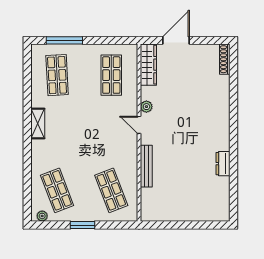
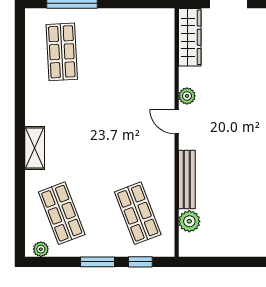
shop shelf: (111, 75) -> (138, 52), removed
shelving: (38, 123) -> (35, 148), moved
plant: (148, 196) -> (189, 221), added
window: (113, 225) -> (140, 262), added

